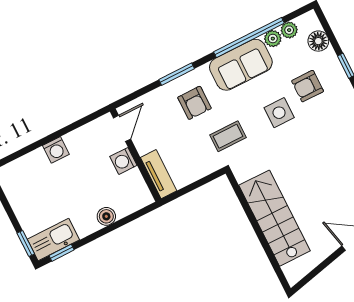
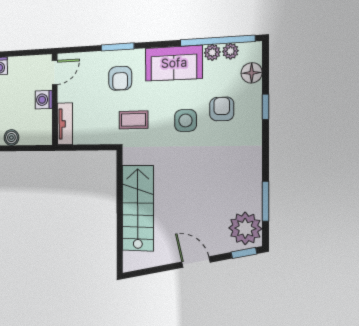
window: (249, 38) -> (217, 41), moved
armchair: (308, 86) -> (222, 109), turned 90

